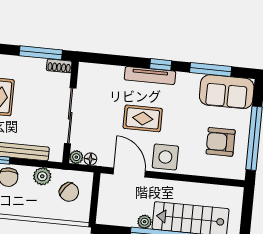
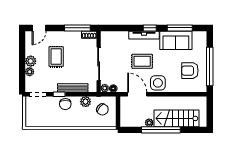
sofa: (227, 92) -> (176, 40), moved

